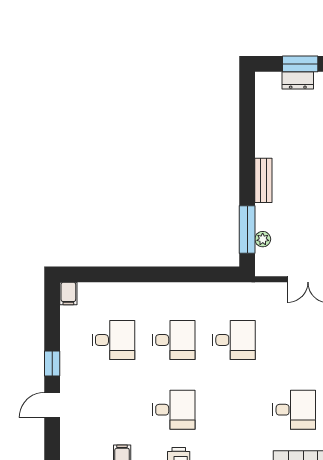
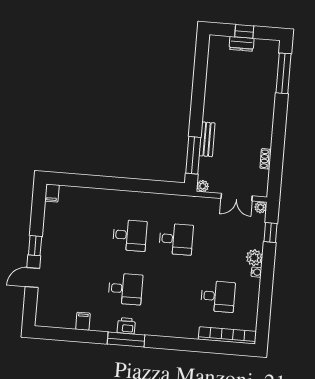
window: (300, 64) -> (244, 31), width x0.67
bench: (263, 180) -> (207, 139), moved
plant: (263, 239) -> (203, 186), moved
desk: (113, 340) -> (84, 231), removed

